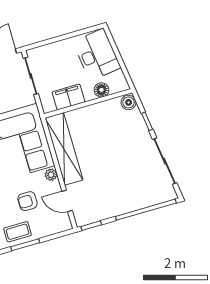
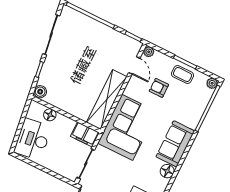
filing cabinet: (68, 97) -> (85, 134), moved
plant: (51, 175) -> (149, 52), moved
armchair: (27, 201) -> (159, 88), turned 180

